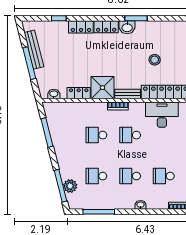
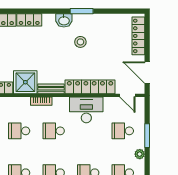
window: (136, 18) -> (82, 11), moved
washbasin: (127, 27) -> (64, 20), moved
stool: (155, 60) -> (80, 42), moved

